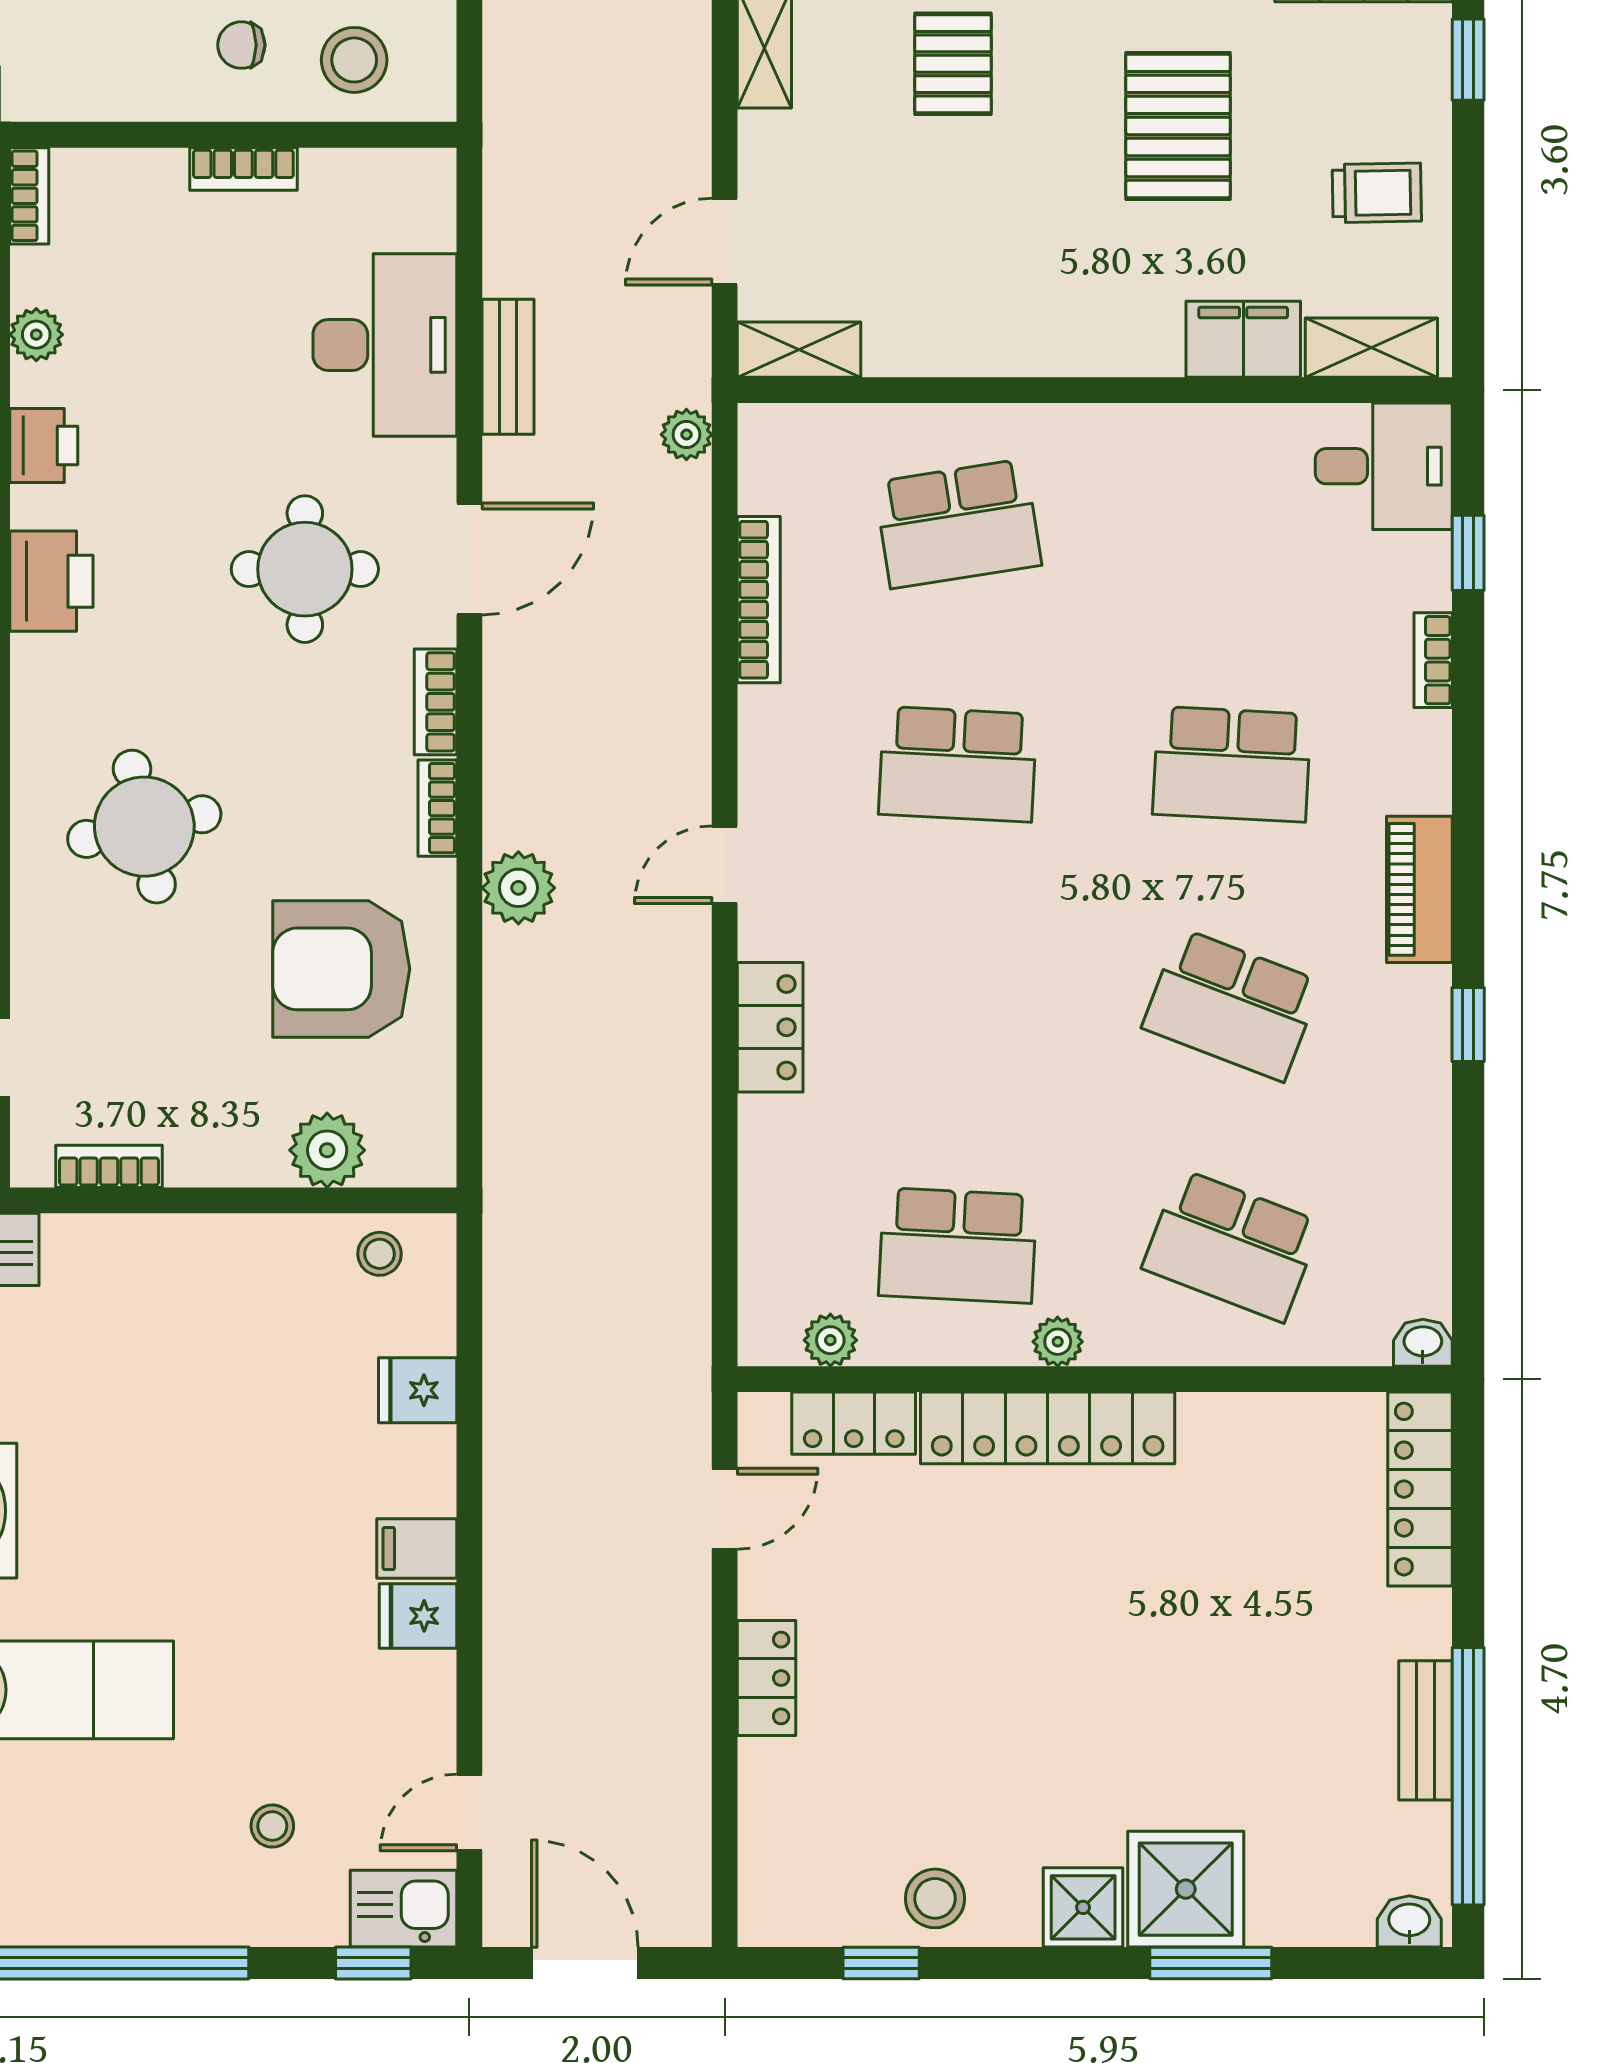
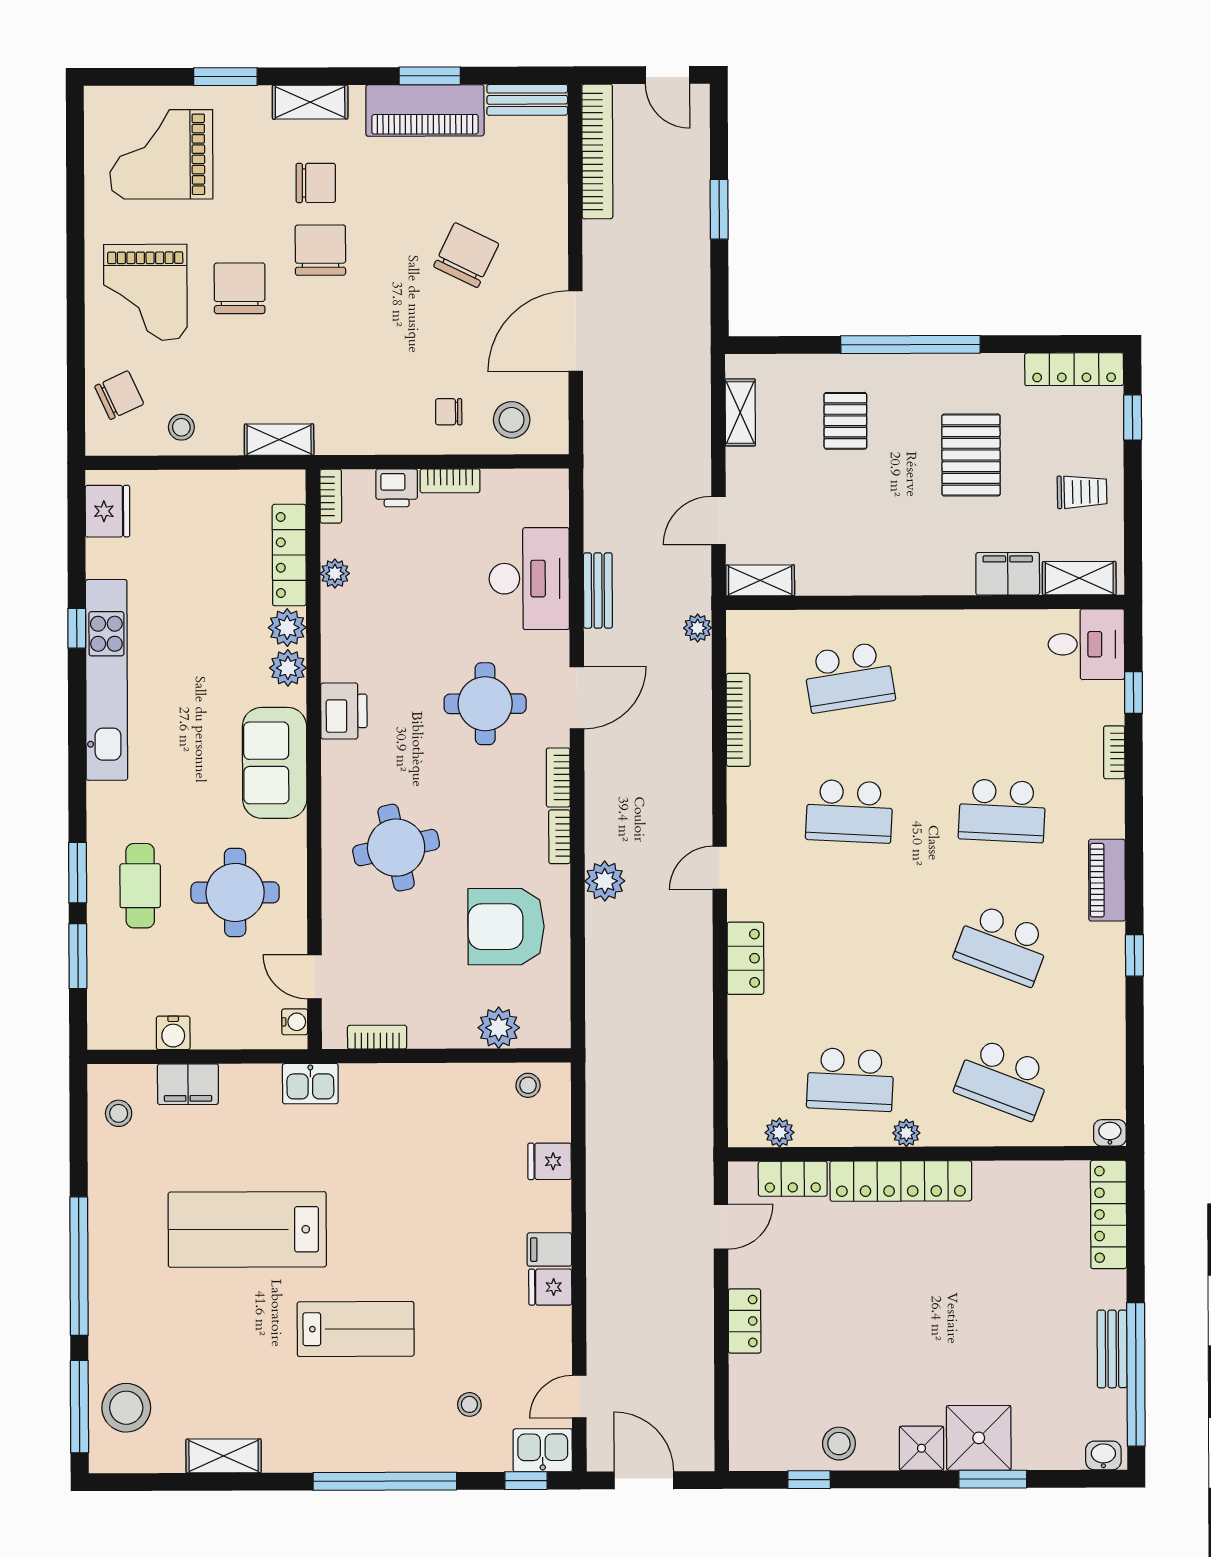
printer: (44, 445) -> (397, 488), moved, turned 90

